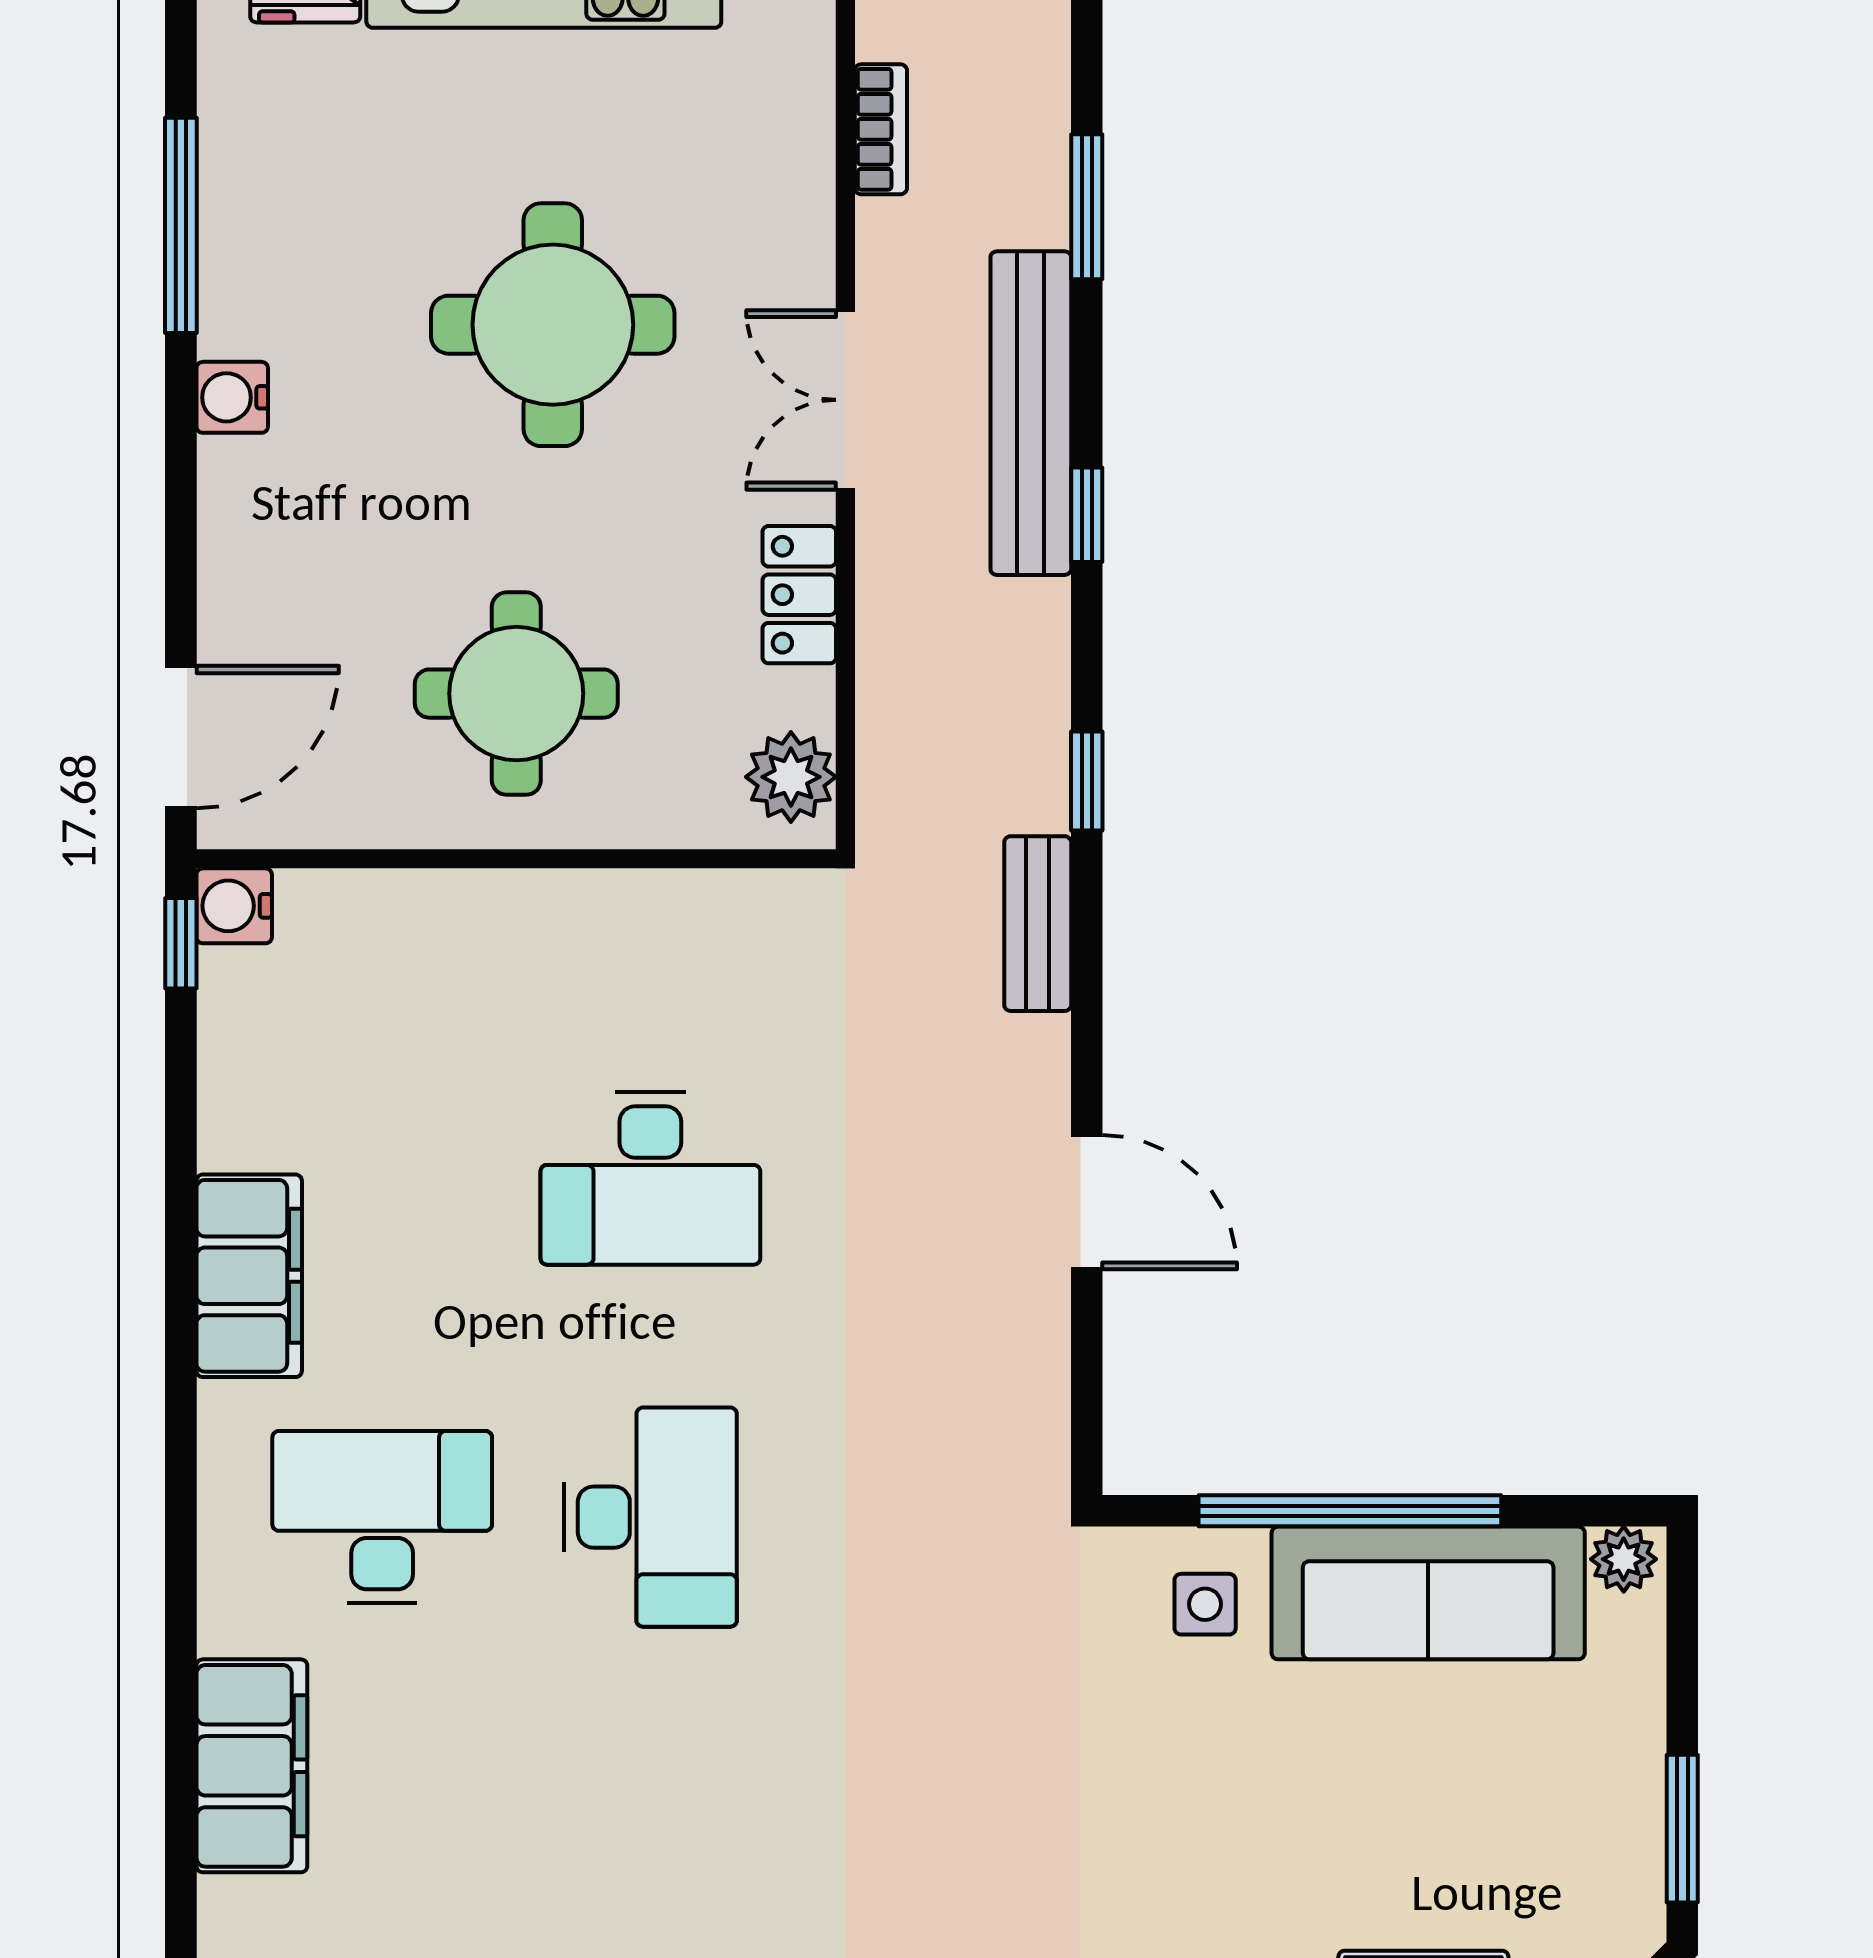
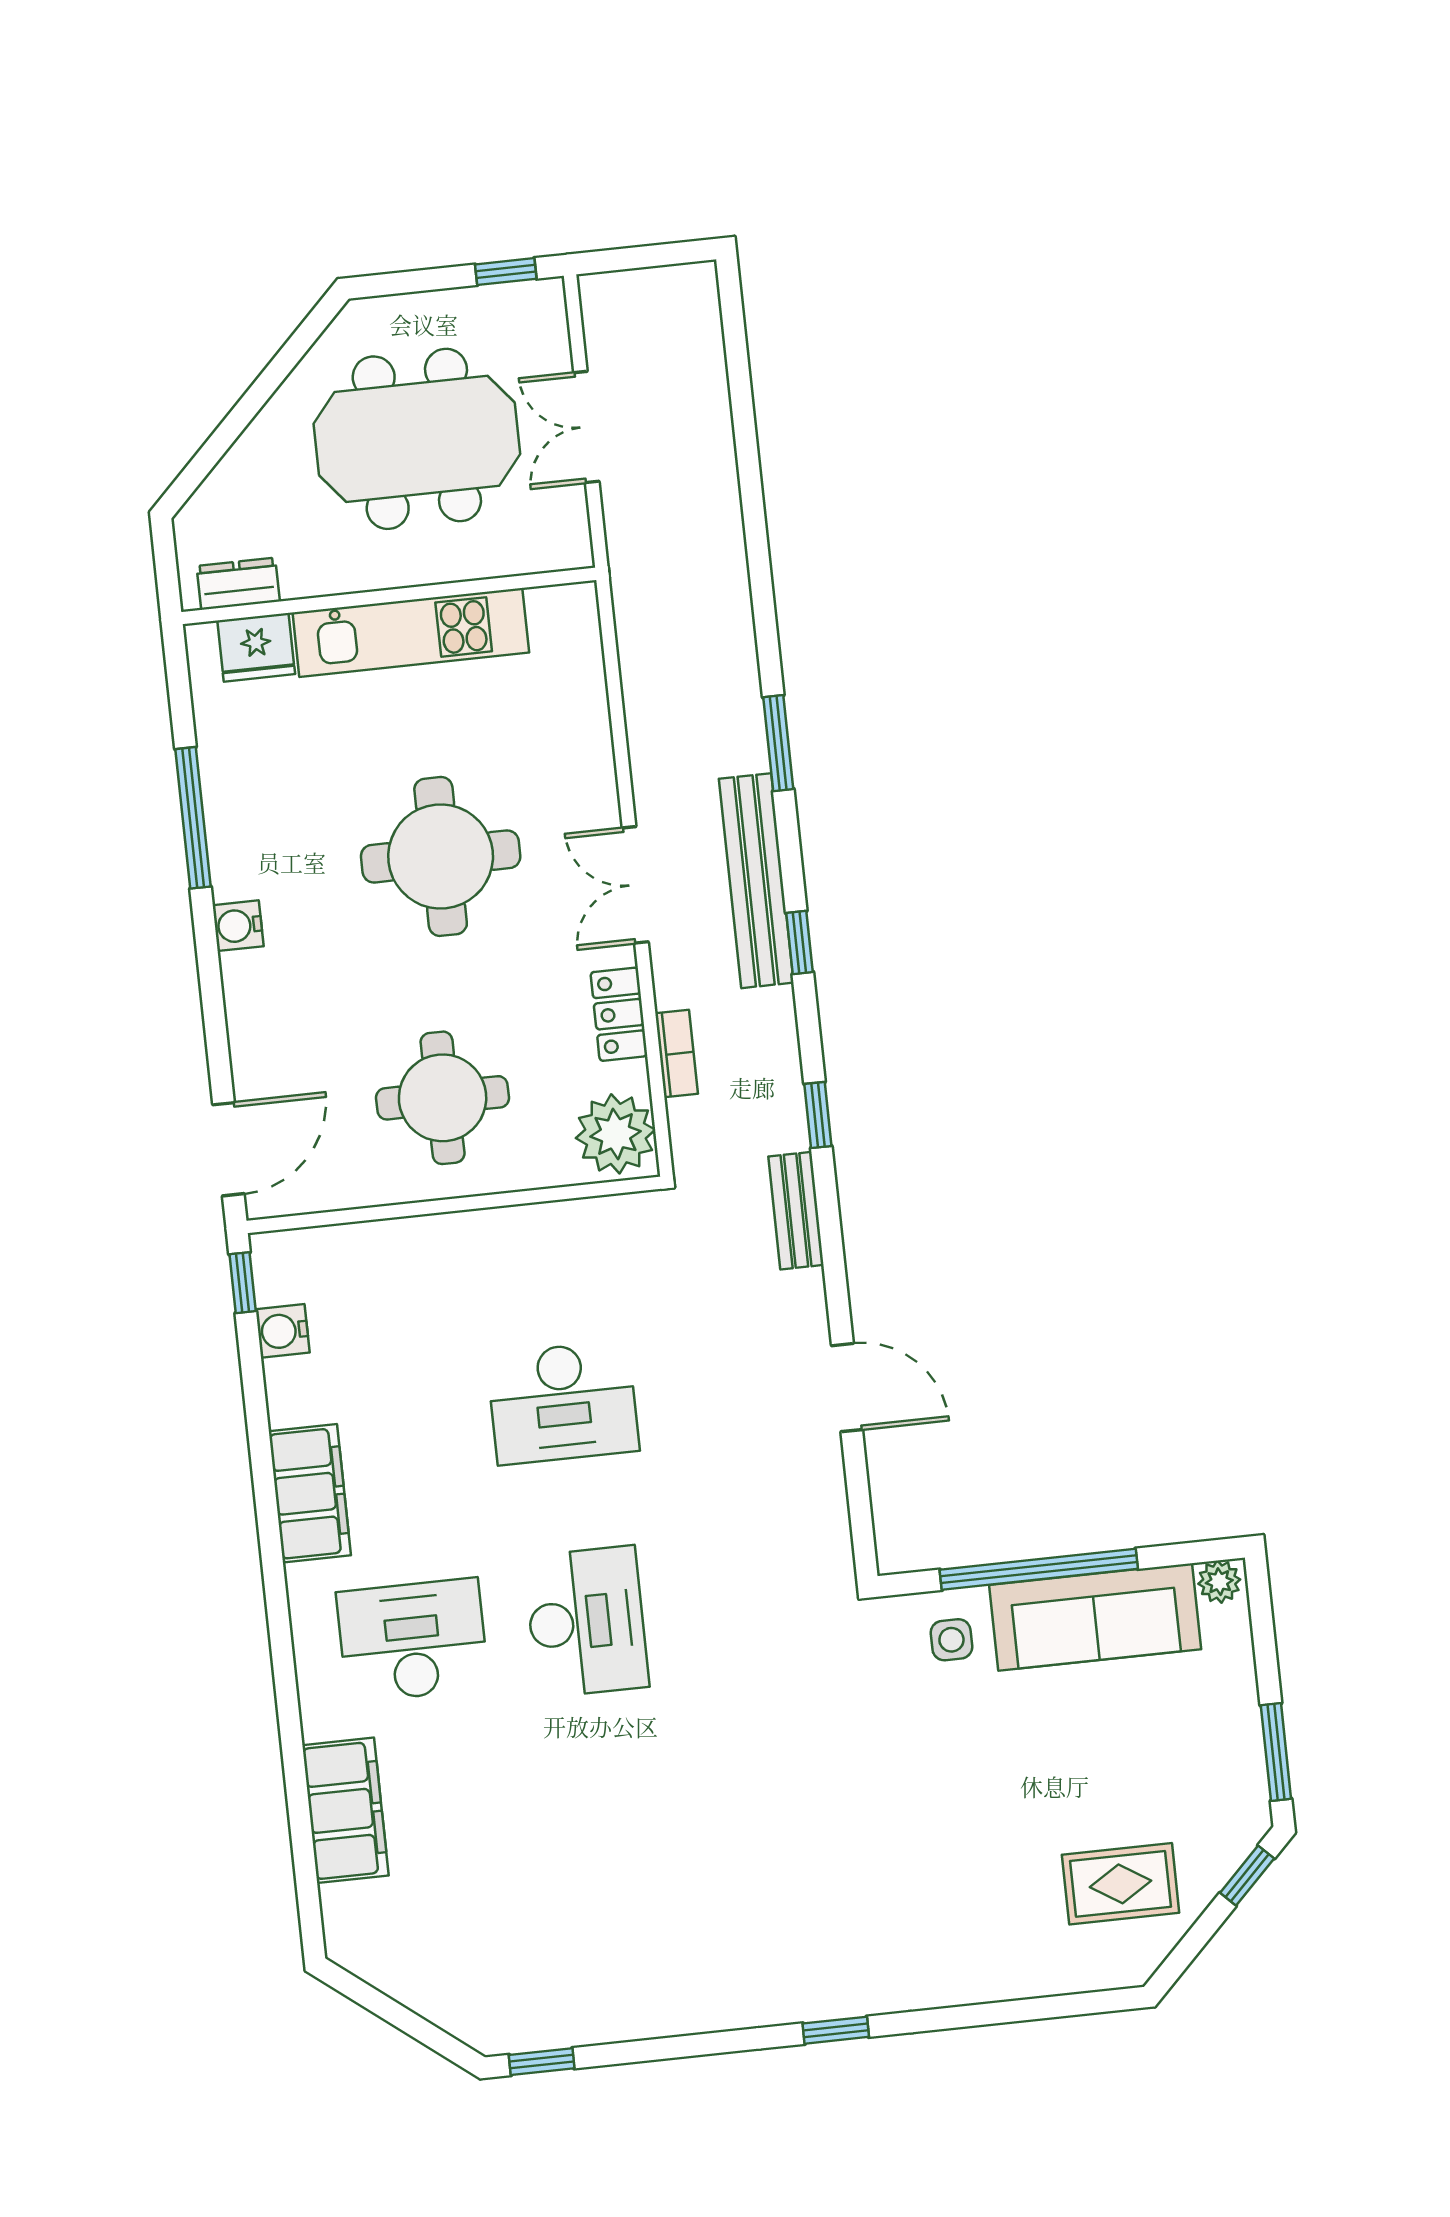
bookcase: (881, 129) -> (677, 1054), moved
plant: (791, 777) -> (615, 1134), width x1.36, depth x1.36
water cooler: (234, 906) -> (283, 1331), moved

